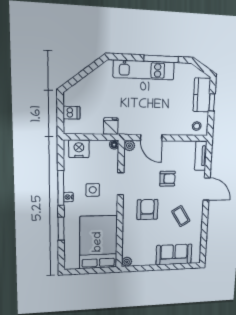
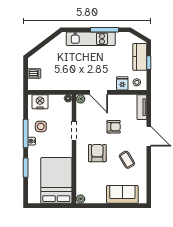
fridge: (111, 126) -> (122, 83), moved
side table: (93, 190) -> (41, 126), moved

